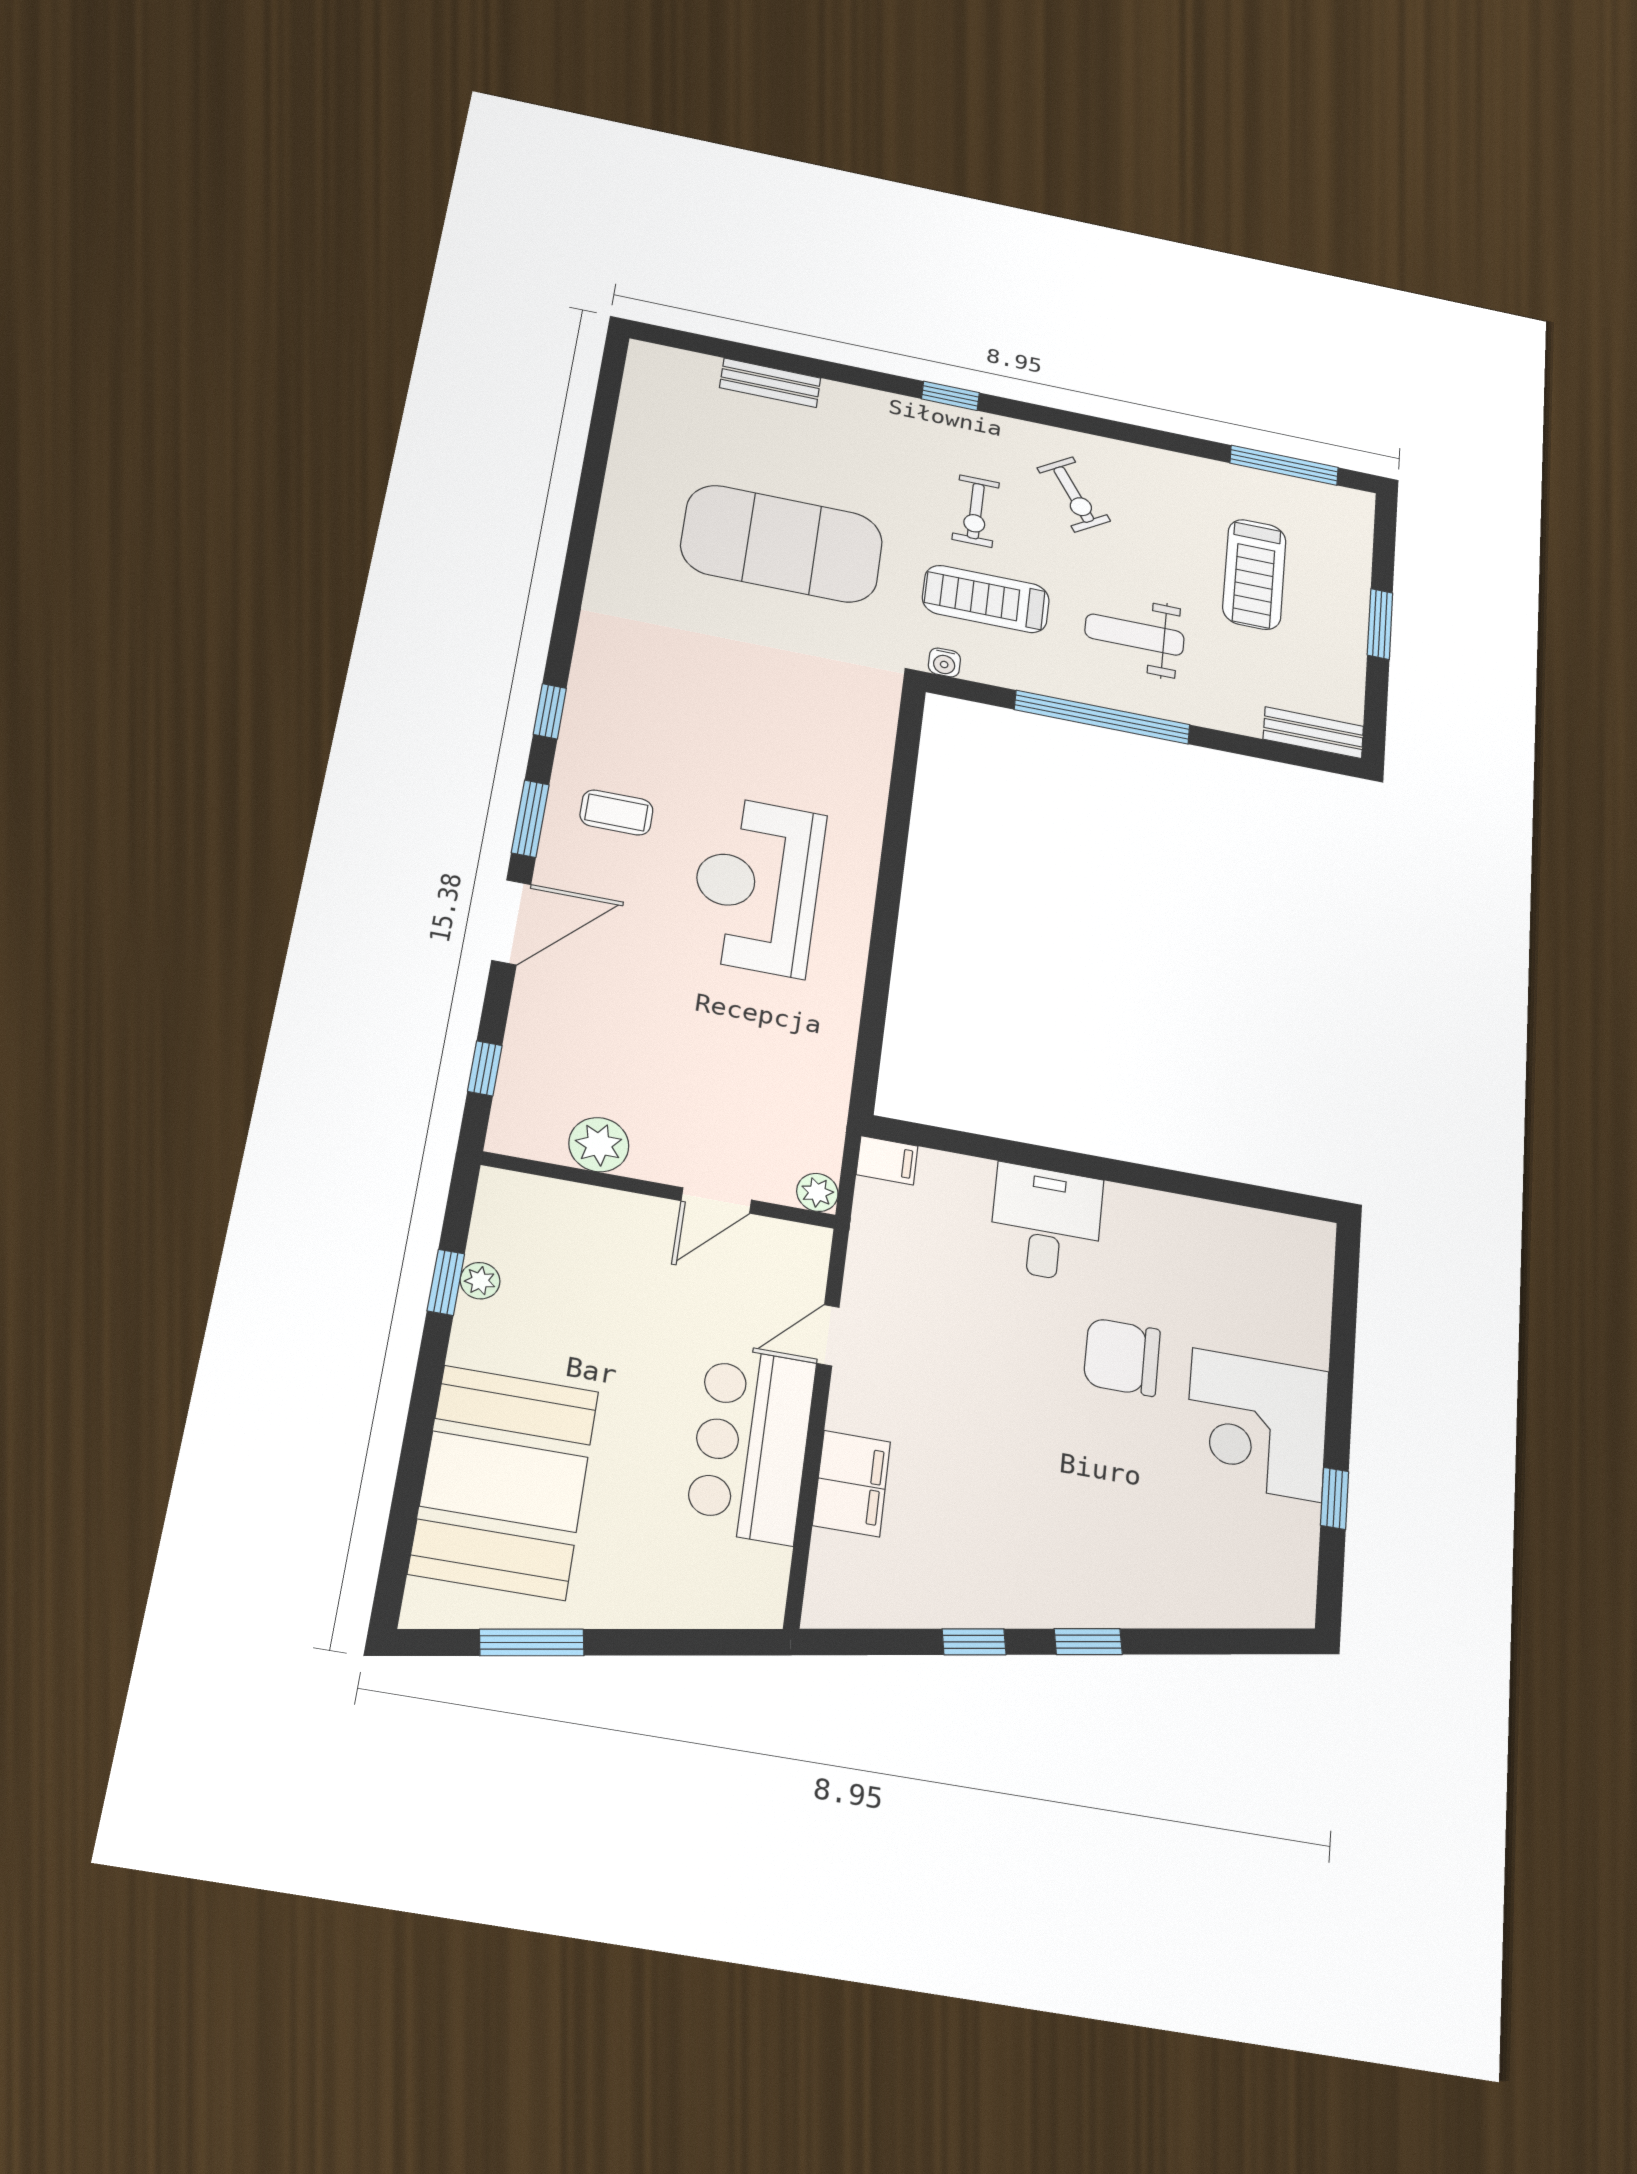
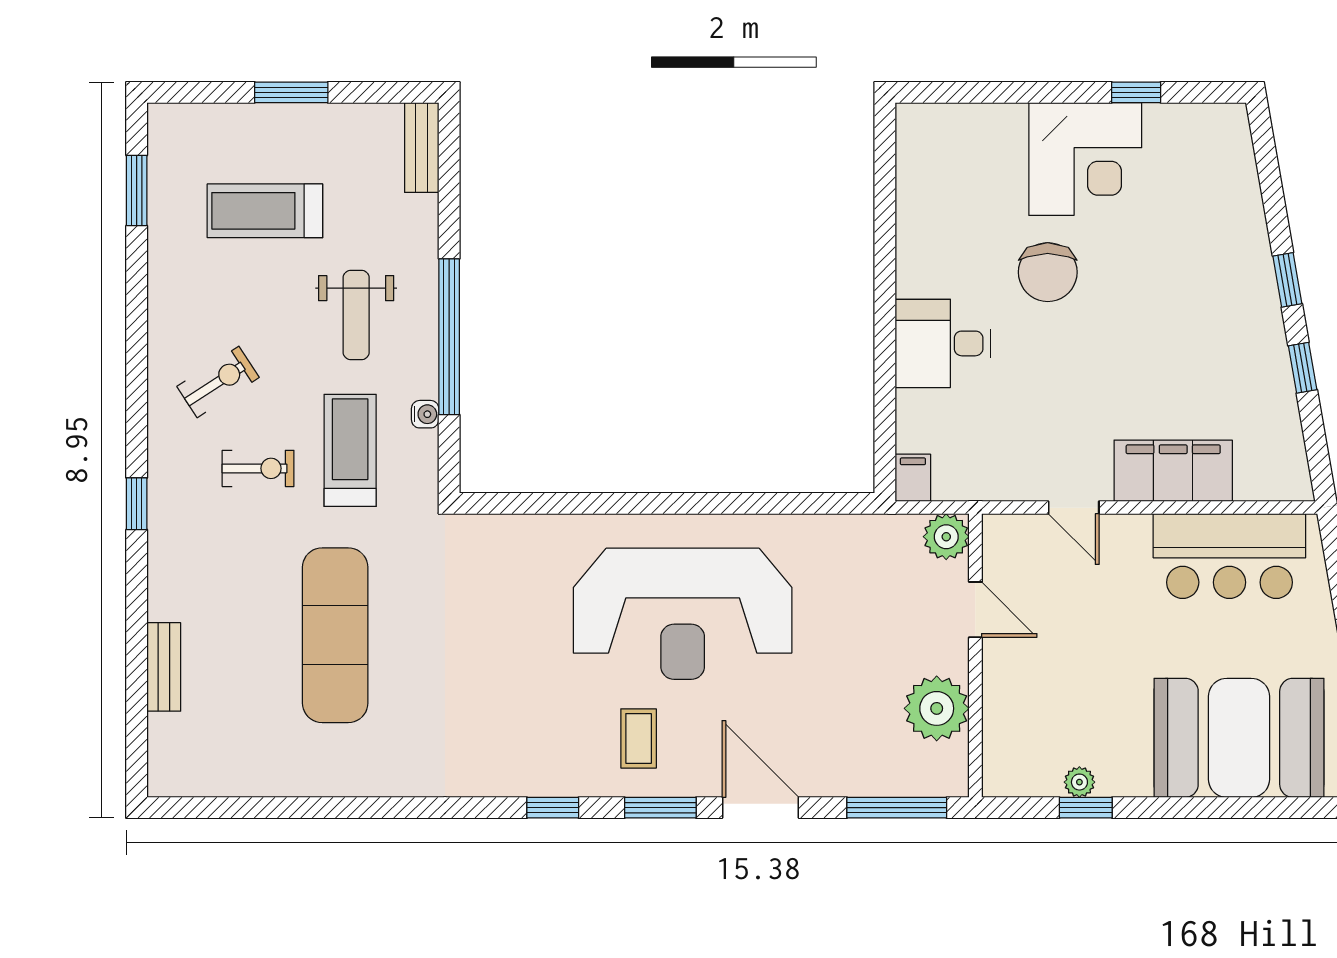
window: (1284, 465) -> (137, 190), width x0.69
exercise mat: (782, 544) -> (335, 635), width x0.68
treadmill: (1254, 574) -> (265, 211), turned 180
treadmill: (986, 599) -> (350, 450), turned 180
water cooler: (944, 662) -> (425, 414), moved
reception desk: (757, 886) -> (683, 614), width x1.36, depth x1.30
window: (485, 1068) -> (897, 808), width x2.17
plant: (599, 1145) -> (937, 708), width x1.36, depth x1.36
plant: (817, 1192) -> (946, 537), width x1.38, depth x1.38
bar counter: (751, 1445) -> (1229, 556), moved
filing cabinet: (852, 1484) -> (1173, 471), width x1.50, depth x1.17

